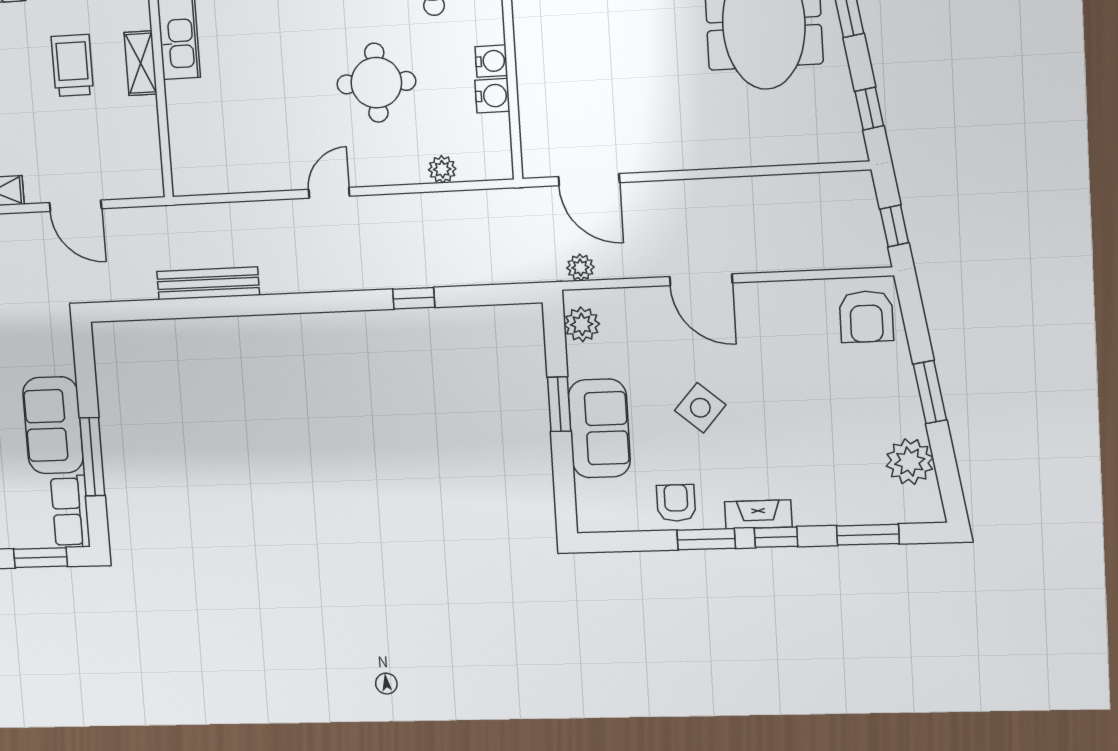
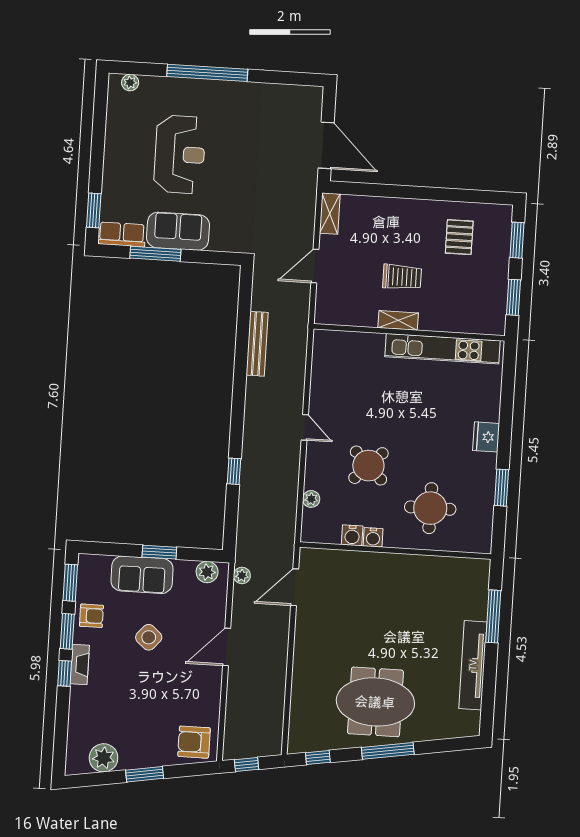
round table: (376, 83) -> (368, 466), turned 45
window: (868, 535) -> (70, 583), moved

